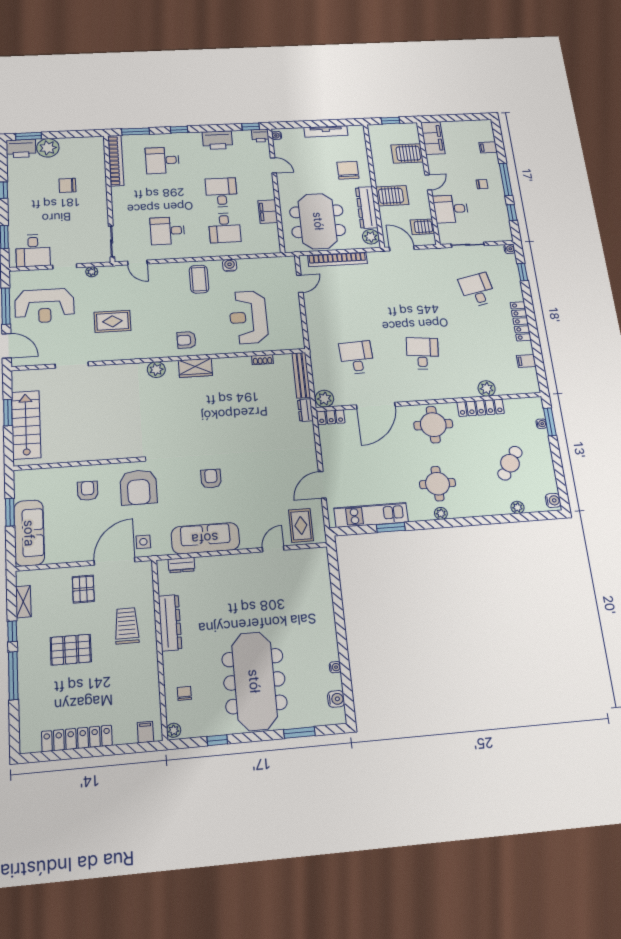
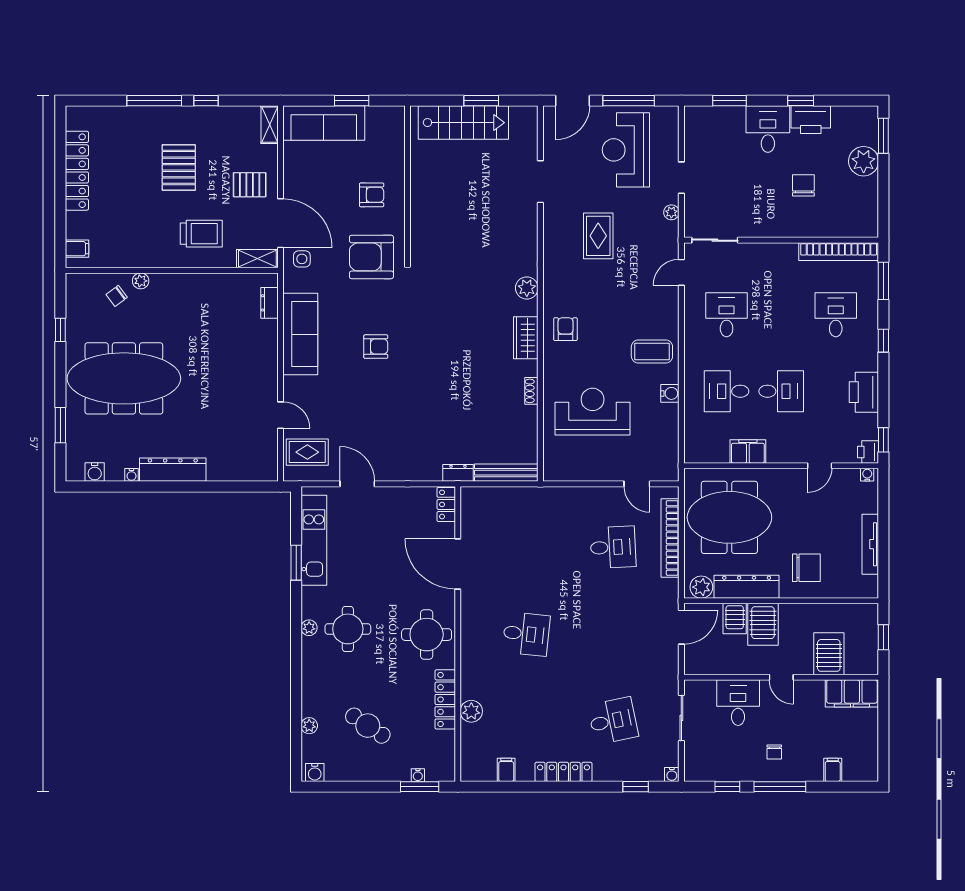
printer: (21, 148) -> (811, 120), moved, turned -90
server rack: (422, 227) -> (735, 618), moved, turned 180
desk: (33, 251) -> (768, 129), moved, turned 90
desk: (357, 357) -> (613, 547), moved
shoe rack: (262, 360) -> (531, 391), moved
plant: (324, 399) -> (472, 499), removed
shelving: (145, 578) -> (257, 259), added
shelving: (23, 602) -> (270, 125), moved, turned 90
dresser: (170, 623) -> (173, 470), moved, turned 180
chair: (184, 693) -> (117, 296), turned 143
plant: (174, 730) -> (141, 281), moved

